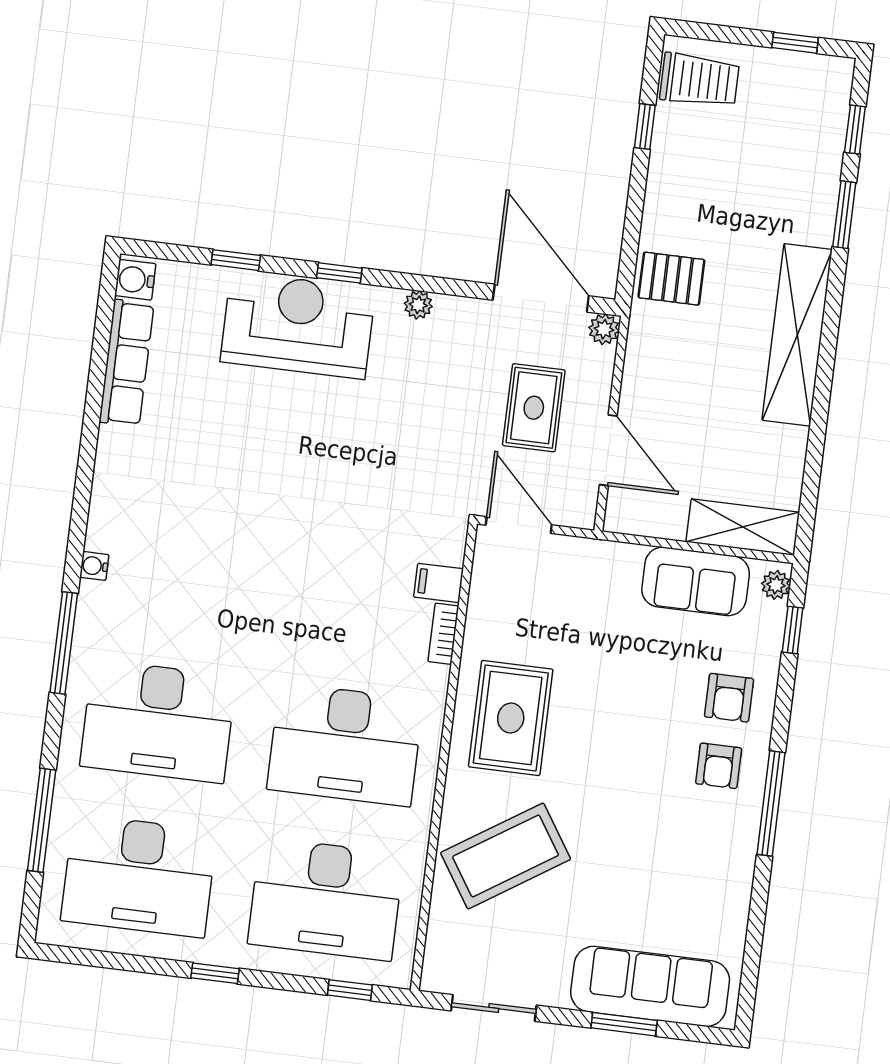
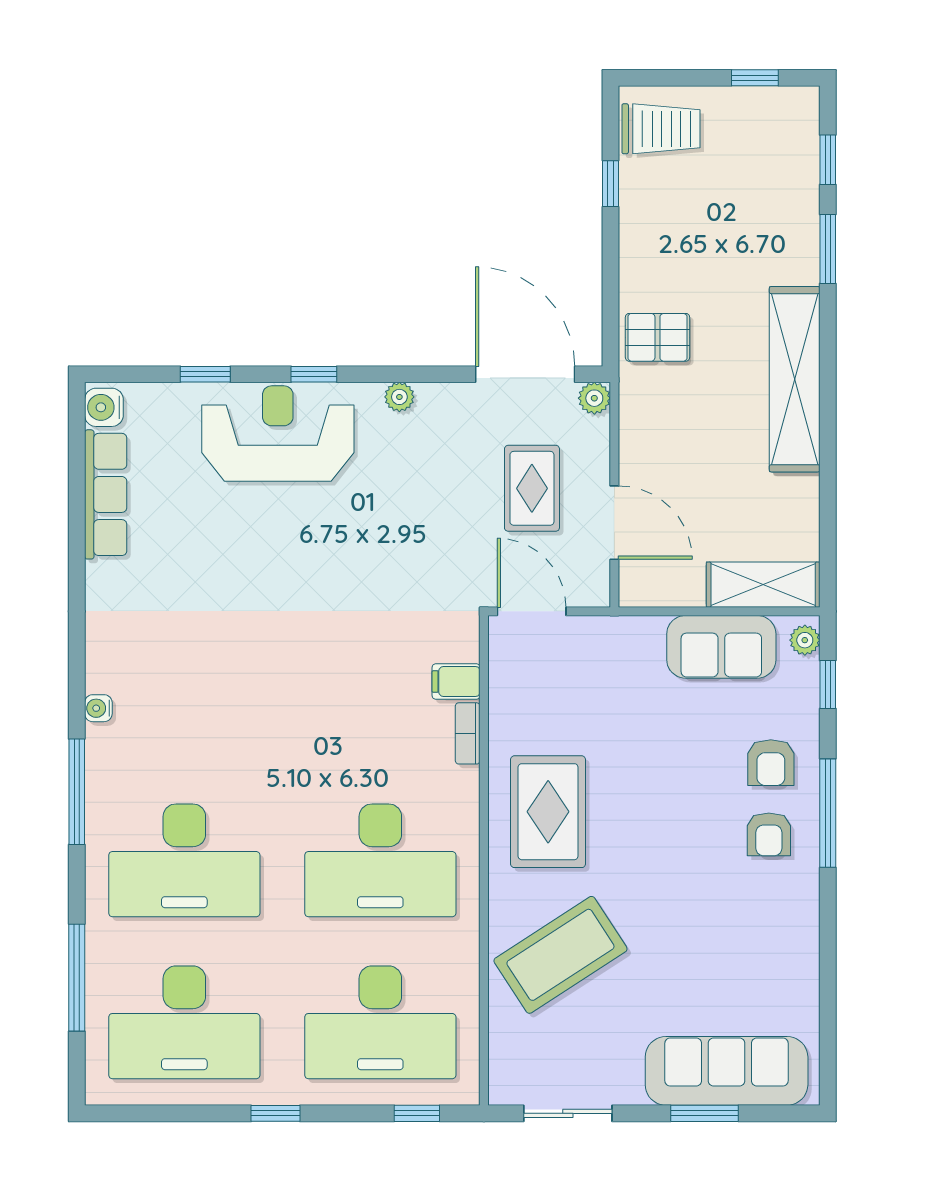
window: (771, 803) -> (828, 813), moved

